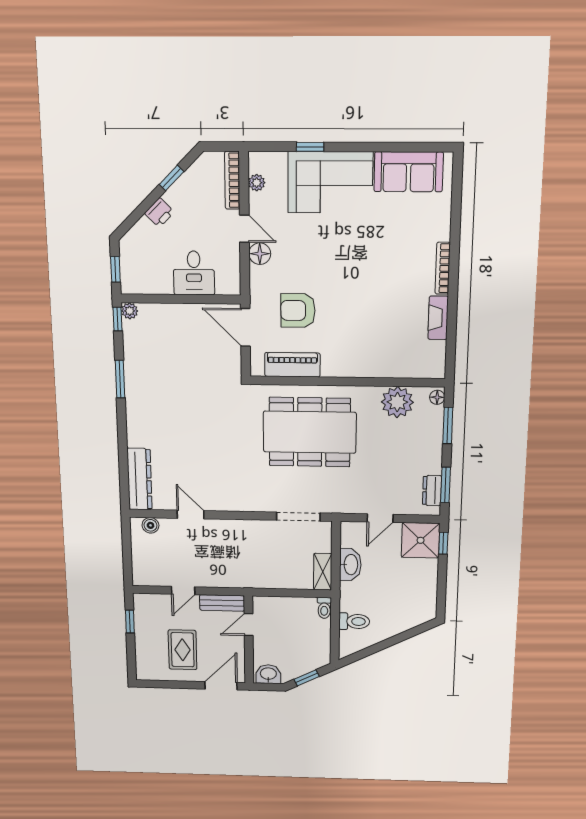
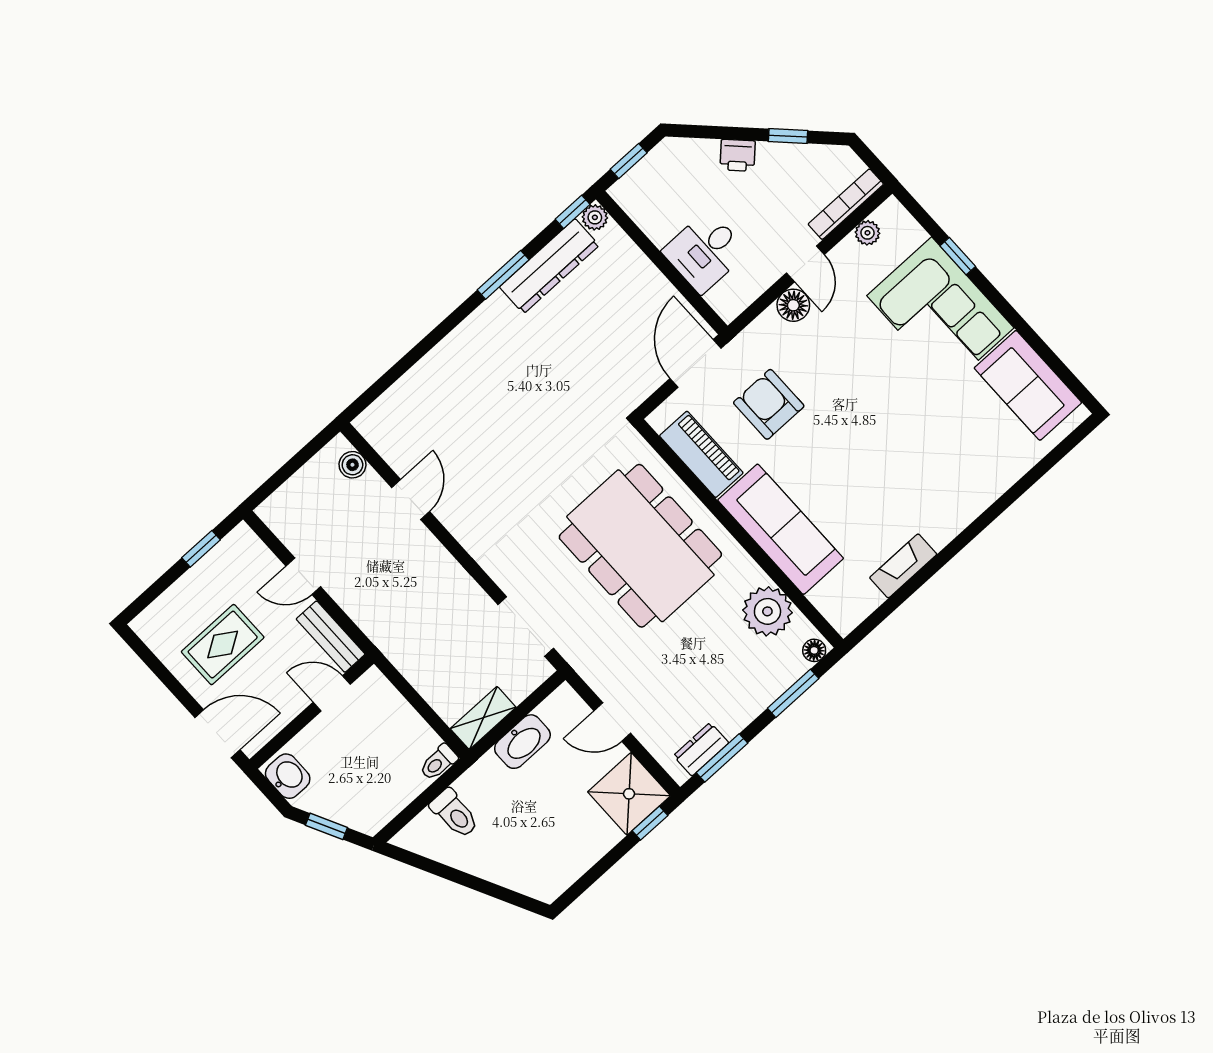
bookcase: (443, 268) -> (961, 519), removed
sofa: (364, 360) -> (781, 529), added
dresser: (140, 479) -> (549, 266), moved

